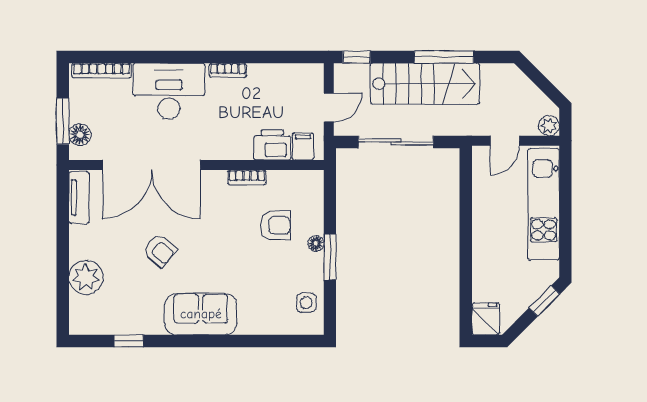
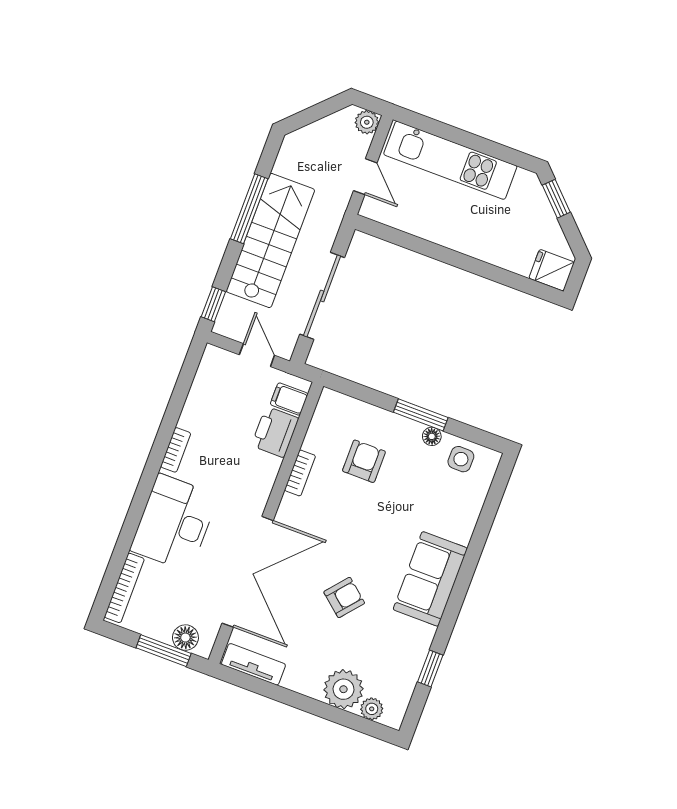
floor lamp: (316, 243) -> (432, 436), moved
plant: (79, 306) -> (372, 709), added

